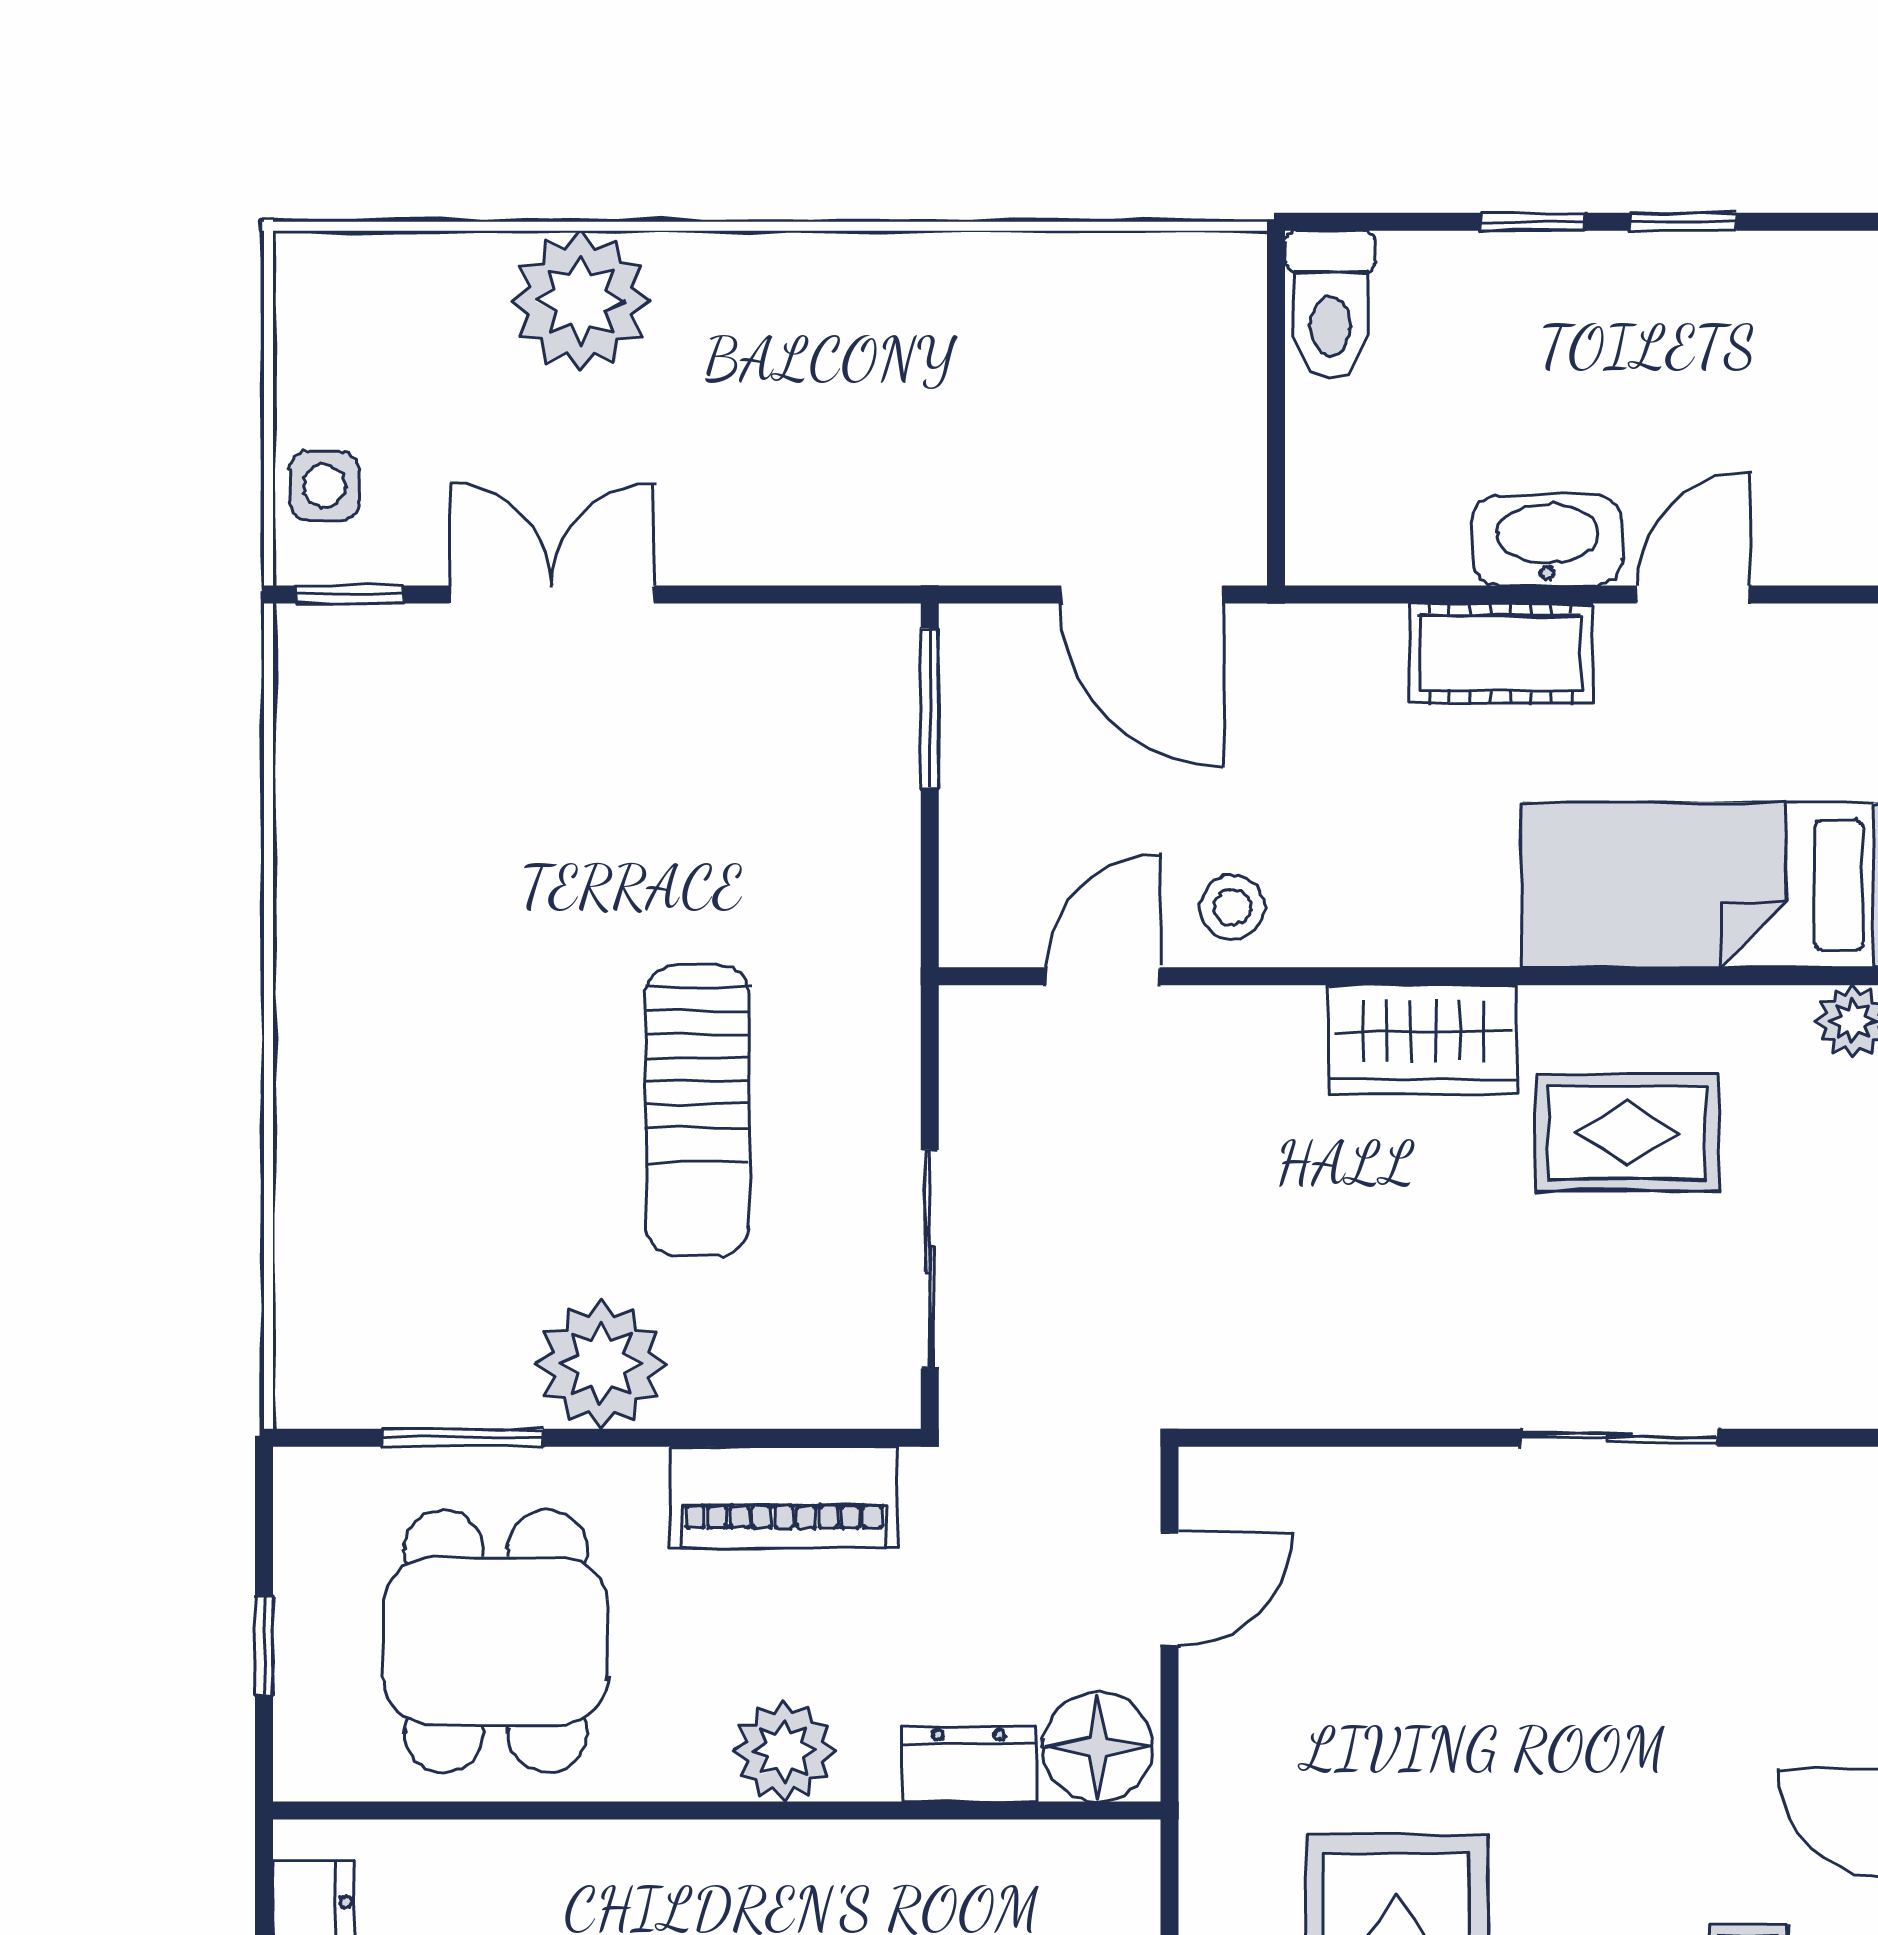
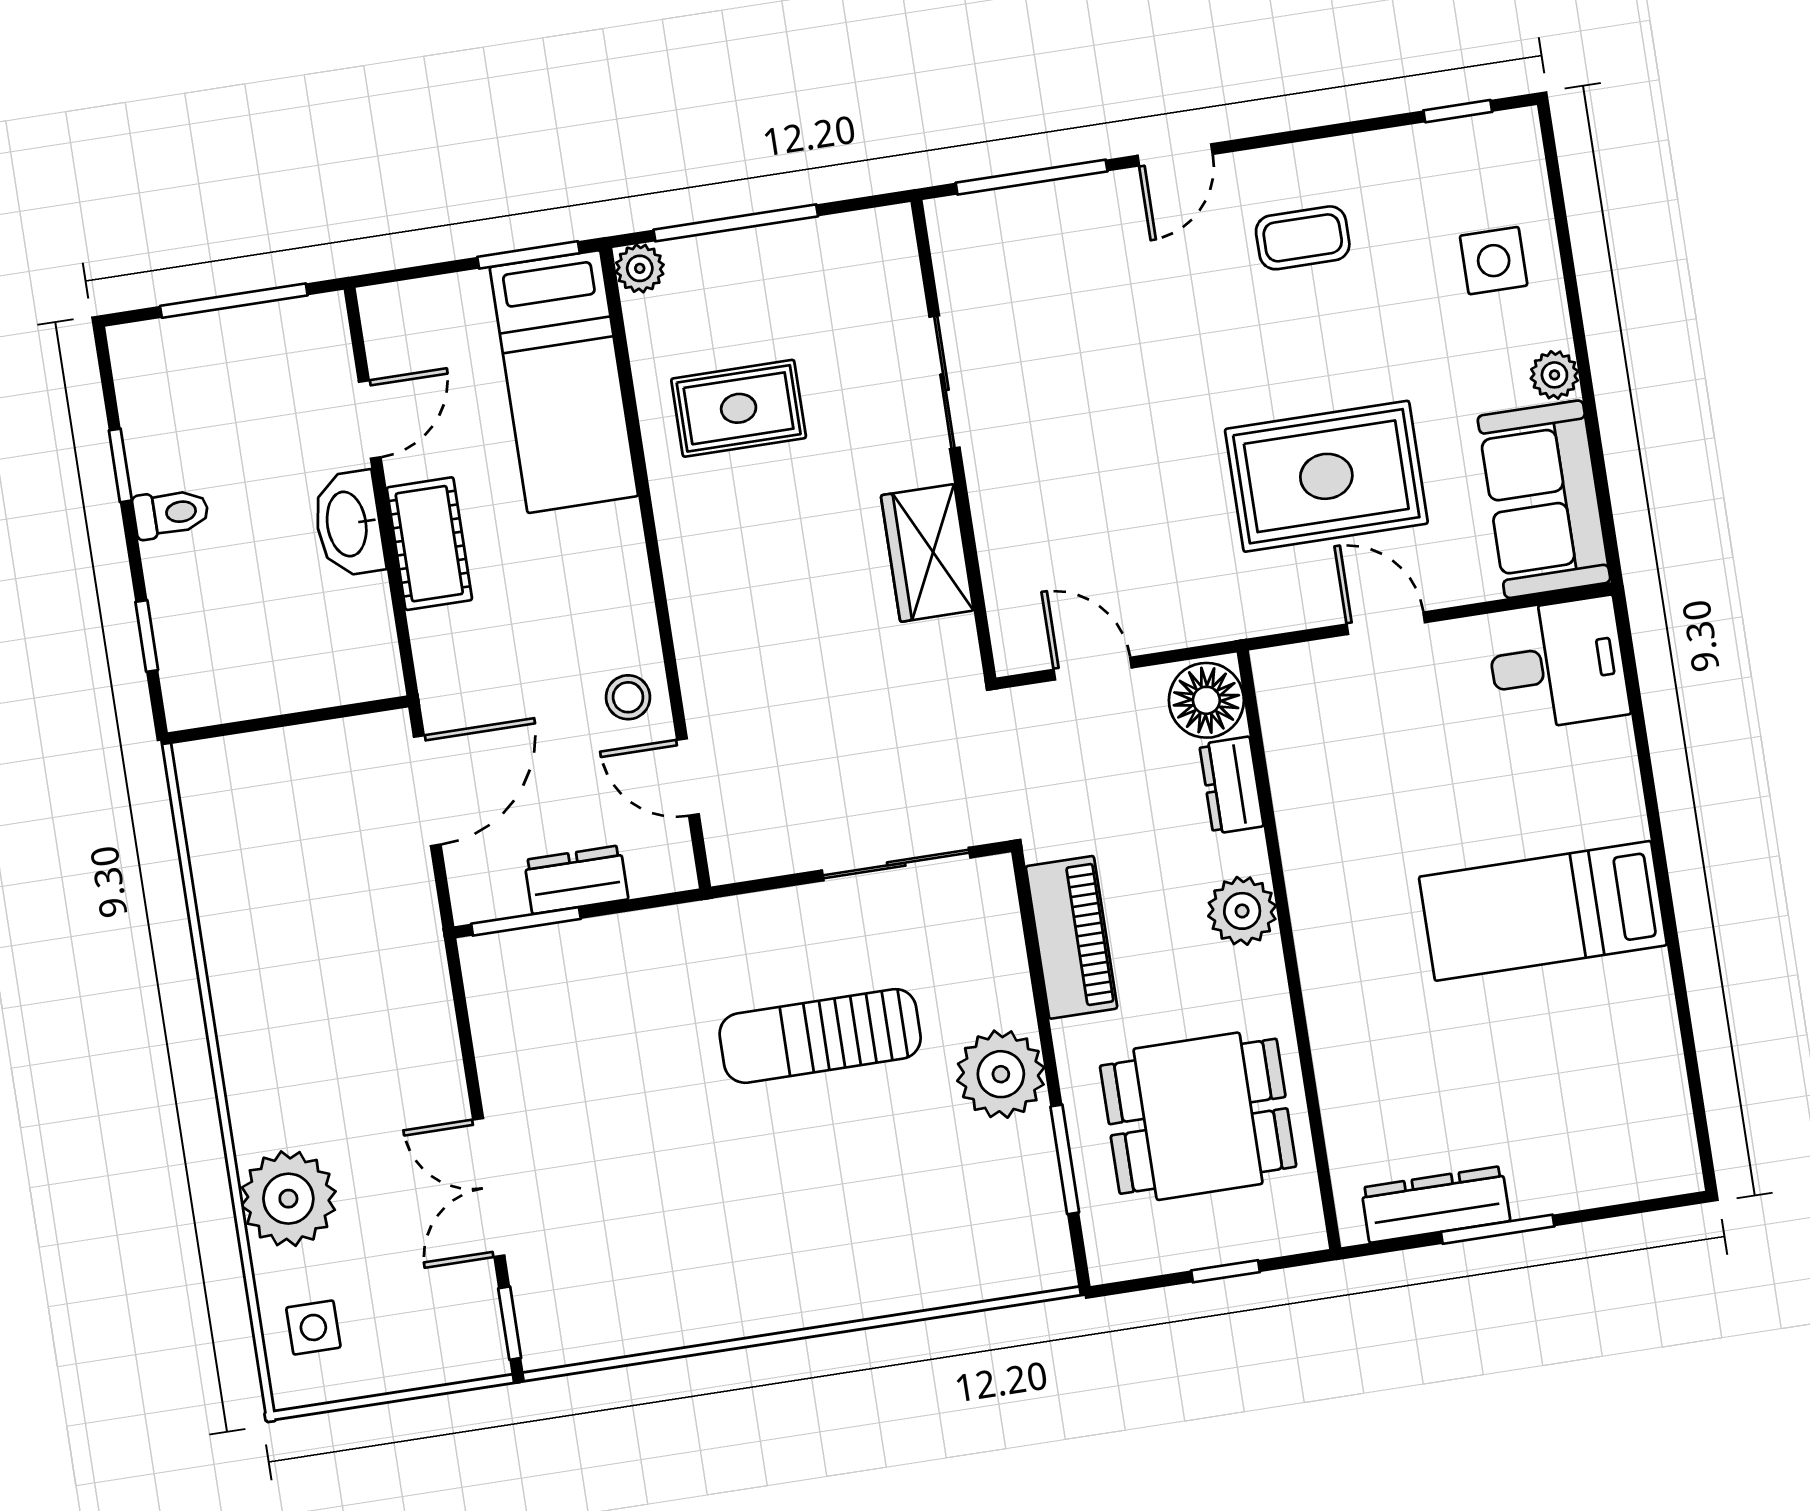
window: (1533, 222) -> (147, 636), moved
toilet: (1330, 305) -> (171, 513), moved, width x0.73, depth x0.72
side table: (324, 486) -> (313, 1327), moved
door: (1694, 595) -> (370, 419), swing flipped
dresser: (979, 791) -> (576, 880), added
wardrobe: (1423, 1040) -> (927, 553), moved, turned 180
sun lounger: (697, 1110) -> (820, 1036), turned 180
rug: (1627, 1133) -> (739, 408), turned 90

